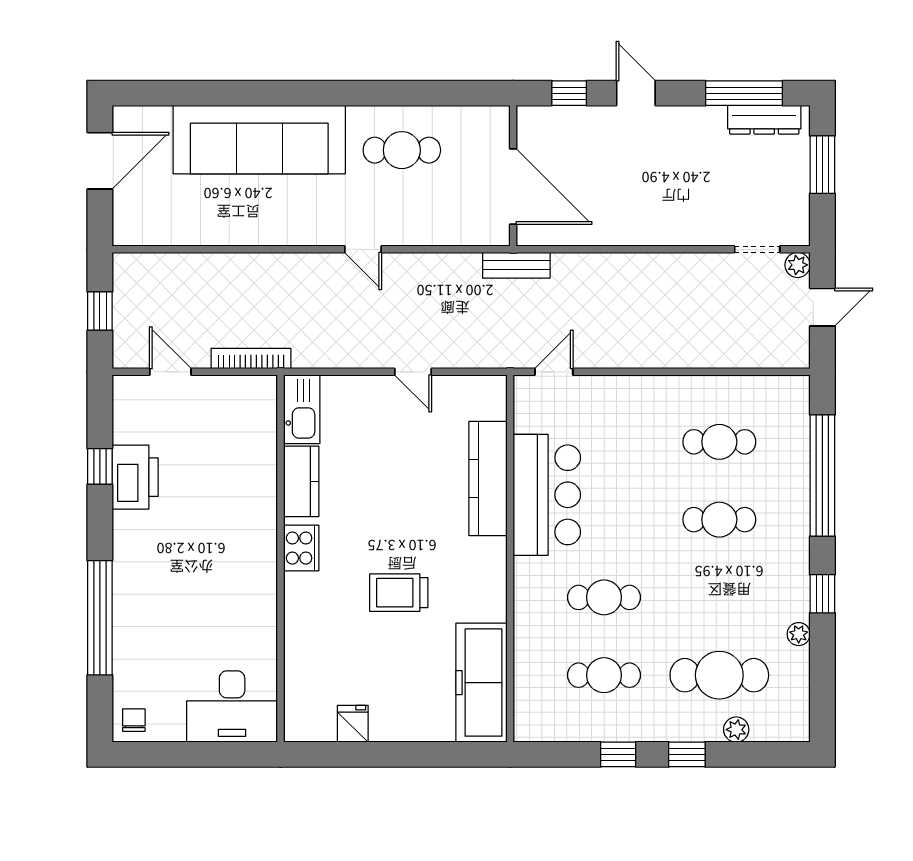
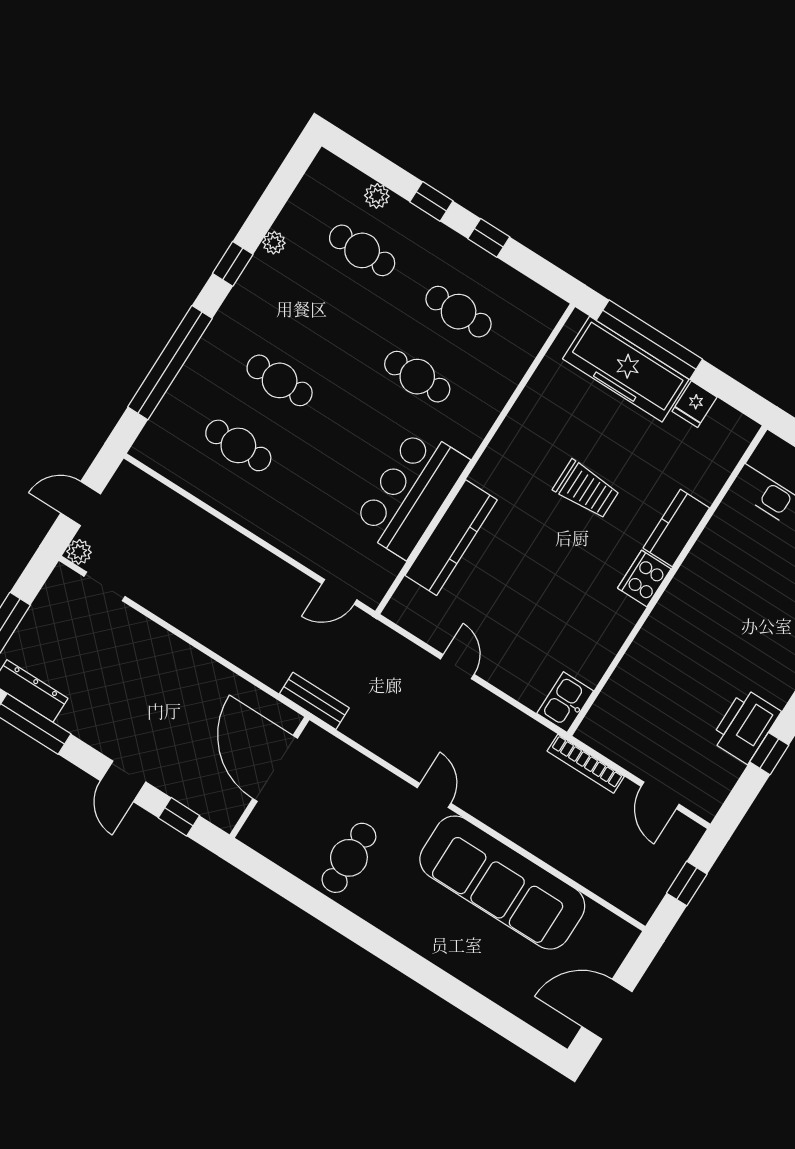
sofa: (259, 140) -> (502, 883), moved, turned 180
cafe table: (402, 150) -> (349, 858), turned 90
kitchen sink: (302, 409) -> (565, 702), width x0.73
kitchen counter: (301, 481) -> (676, 528), moved
cafe table: (719, 675) -> (362, 250), width x0.73, depth x0.74
freezer: (481, 683) -> (626, 369), moved, turned 90
window: (426, 754) -> (649, 340), added

